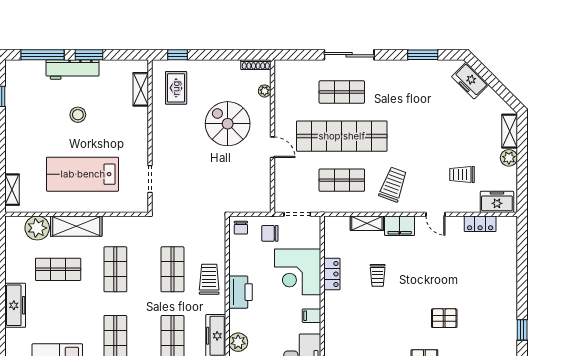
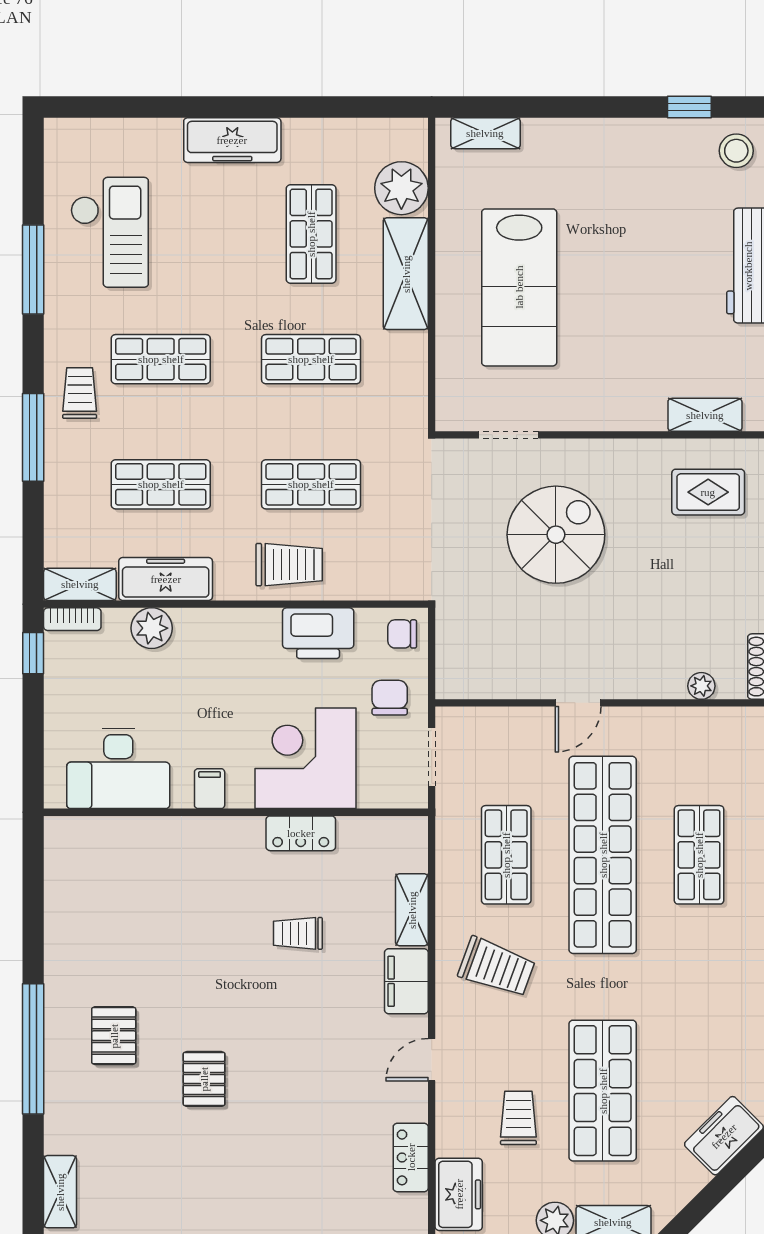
stool: (78, 115) -> (736, 151), moved
spiral stairs: (228, 124) -> (556, 535), moved
shop shelf: (450, 136) -> (603, 1091), added
lab bench: (83, 174) -> (519, 287), turned 180
printer: (241, 292) -> (318, 633), moved

